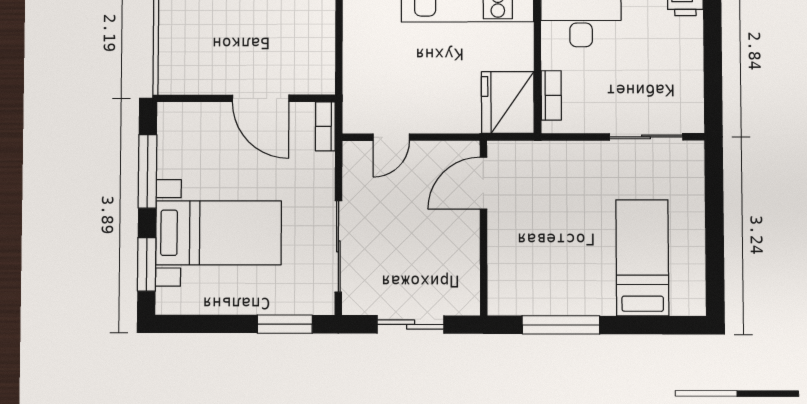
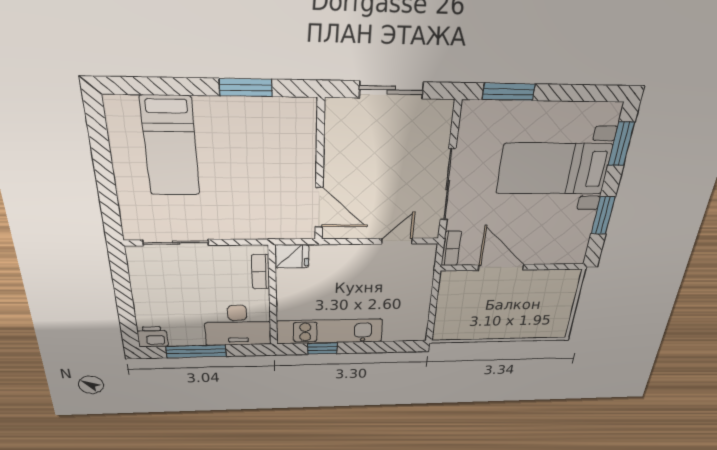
fridge: (508, 102) -> (292, 256), width x0.53, depth x0.75
window: (147, 171) -> (603, 215), width x0.69
door: (483, 183) -> (319, 207), hinge flipped
sliding door: (338, 246) -> (448, 185), moved
window: (561, 325) -> (246, 88), width x0.69

